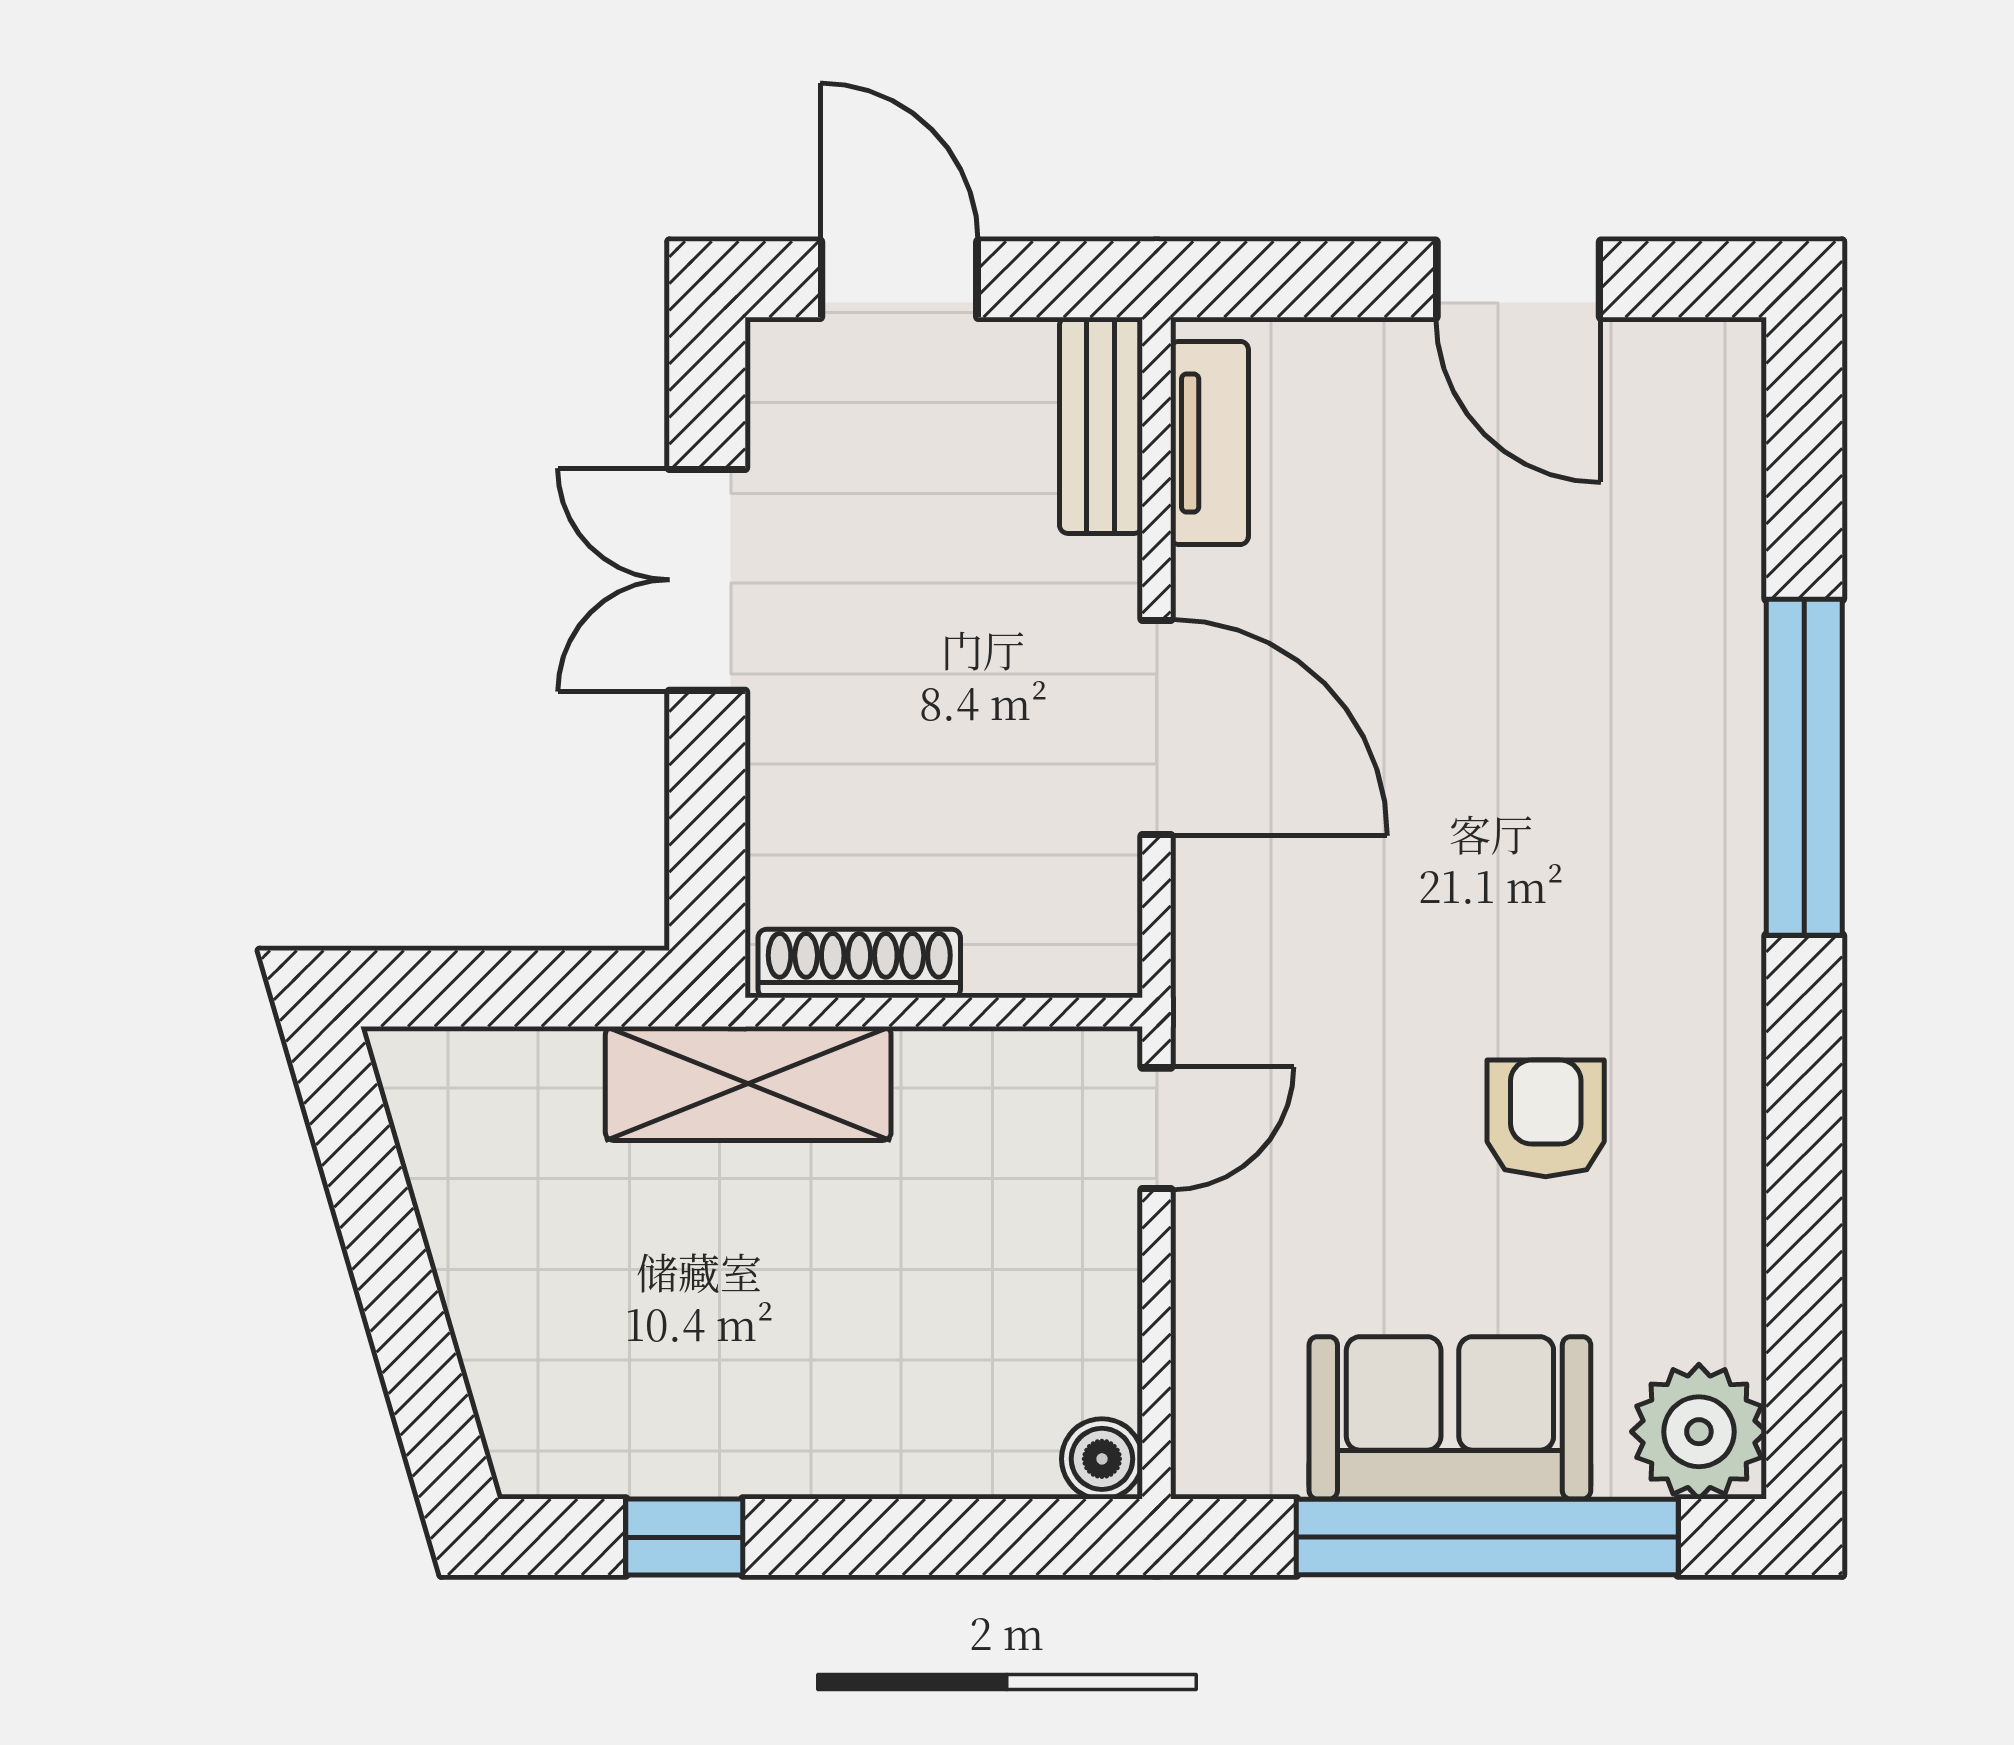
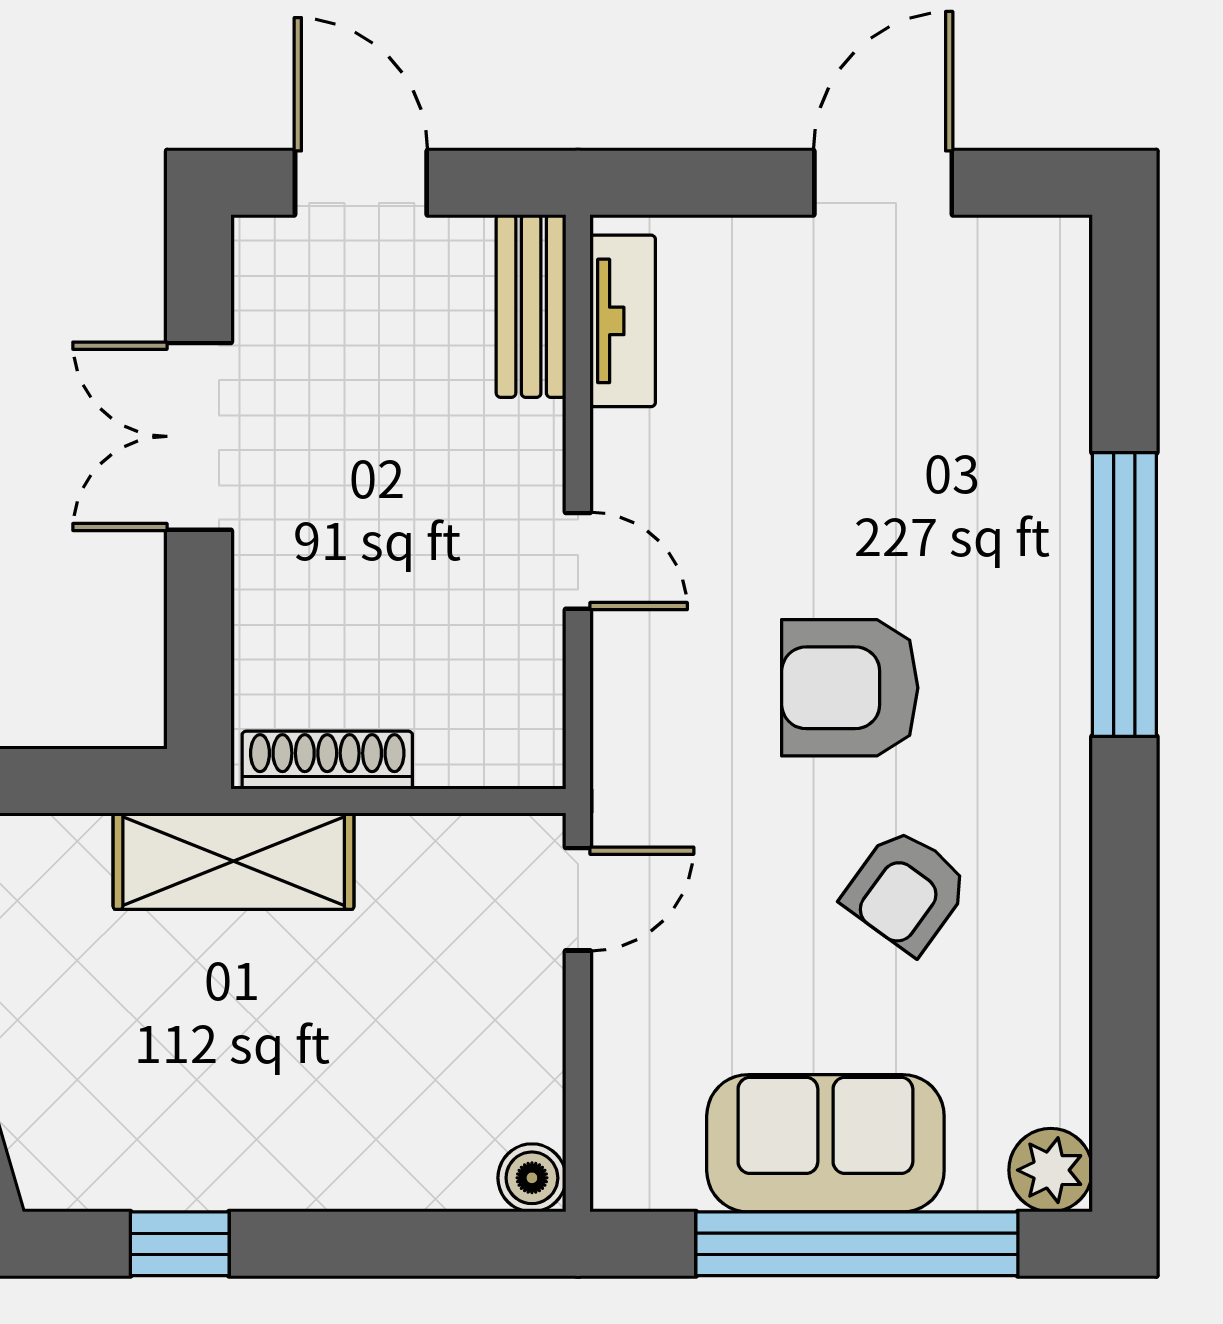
door: (1518, 279) -> (883, 183), swing flipped
door: (1156, 728) -> (578, 561), width x0.53
armchair: (1479, 878) -> (850, 688), added
armchair: (1546, 1118) -> (906, 891), turned -144
plant: (1699, 1432) -> (1051, 1170), width x0.73, depth x0.73

